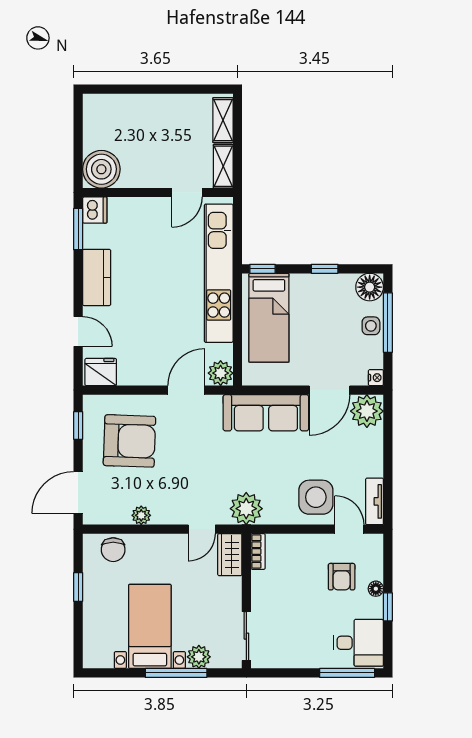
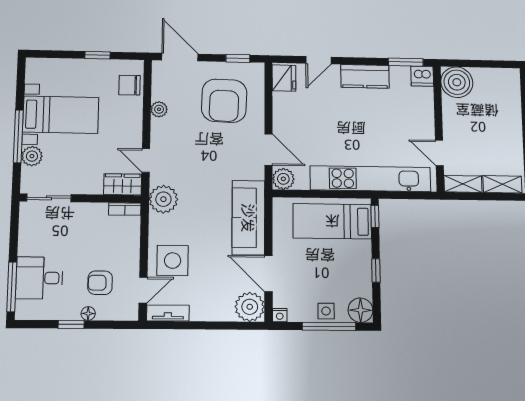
desk: (358, 643) -> (39, 278), moved, turned 90

